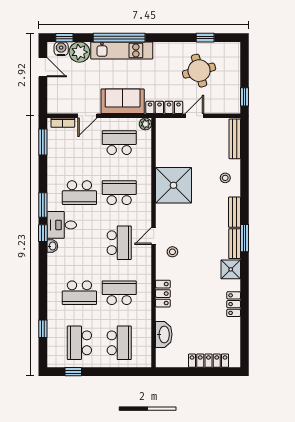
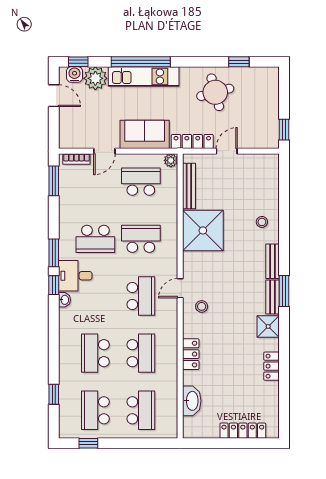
round table: (199, 71) -> (215, 92), moved
bench: (235, 139) -> (189, 186), moved
school desk: (79, 293) -> (95, 353), turned 90
school desk: (119, 293) -> (141, 353), turned 90

